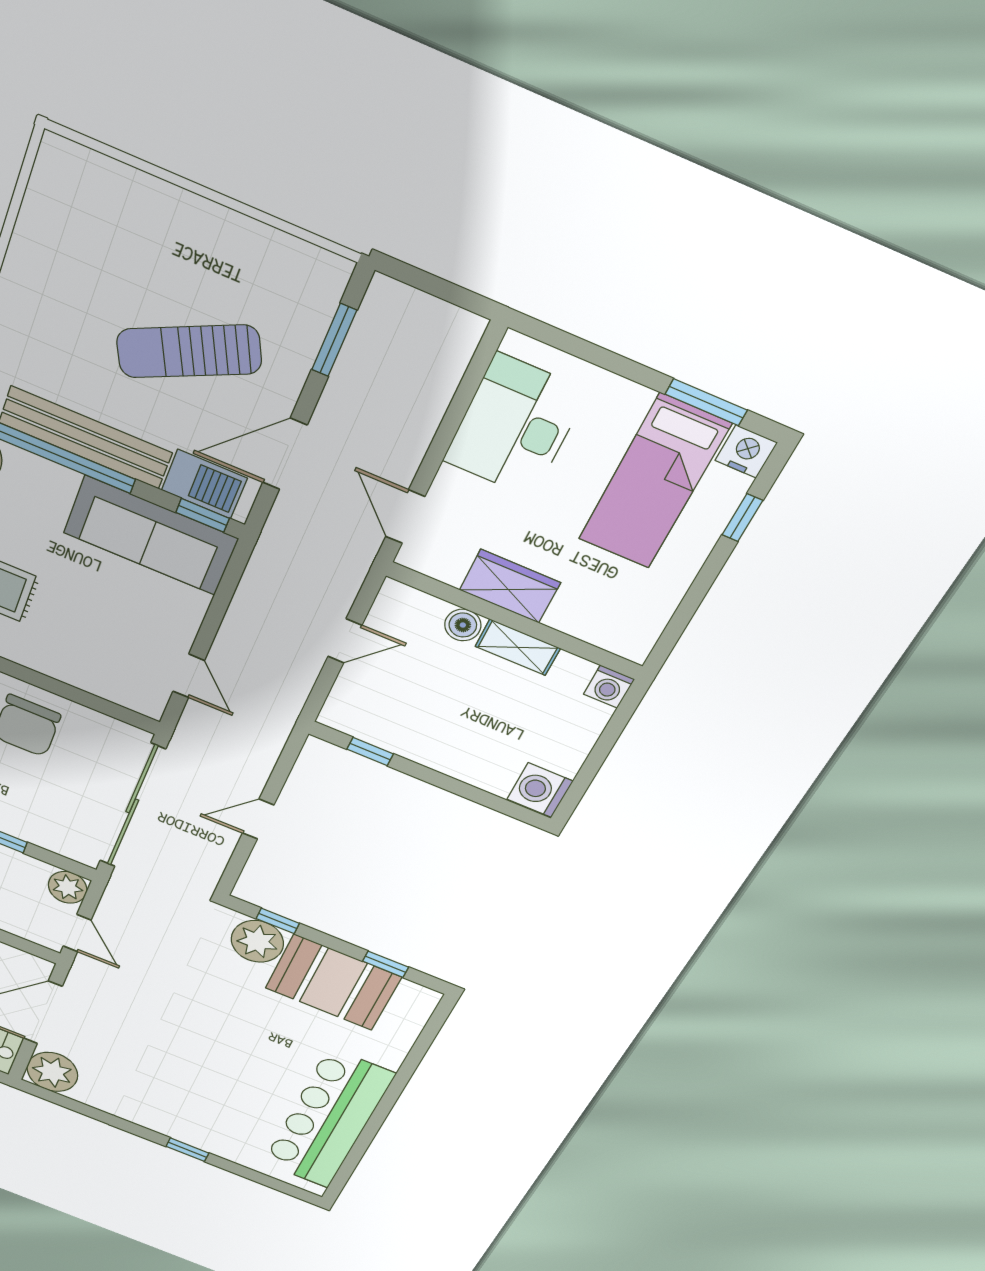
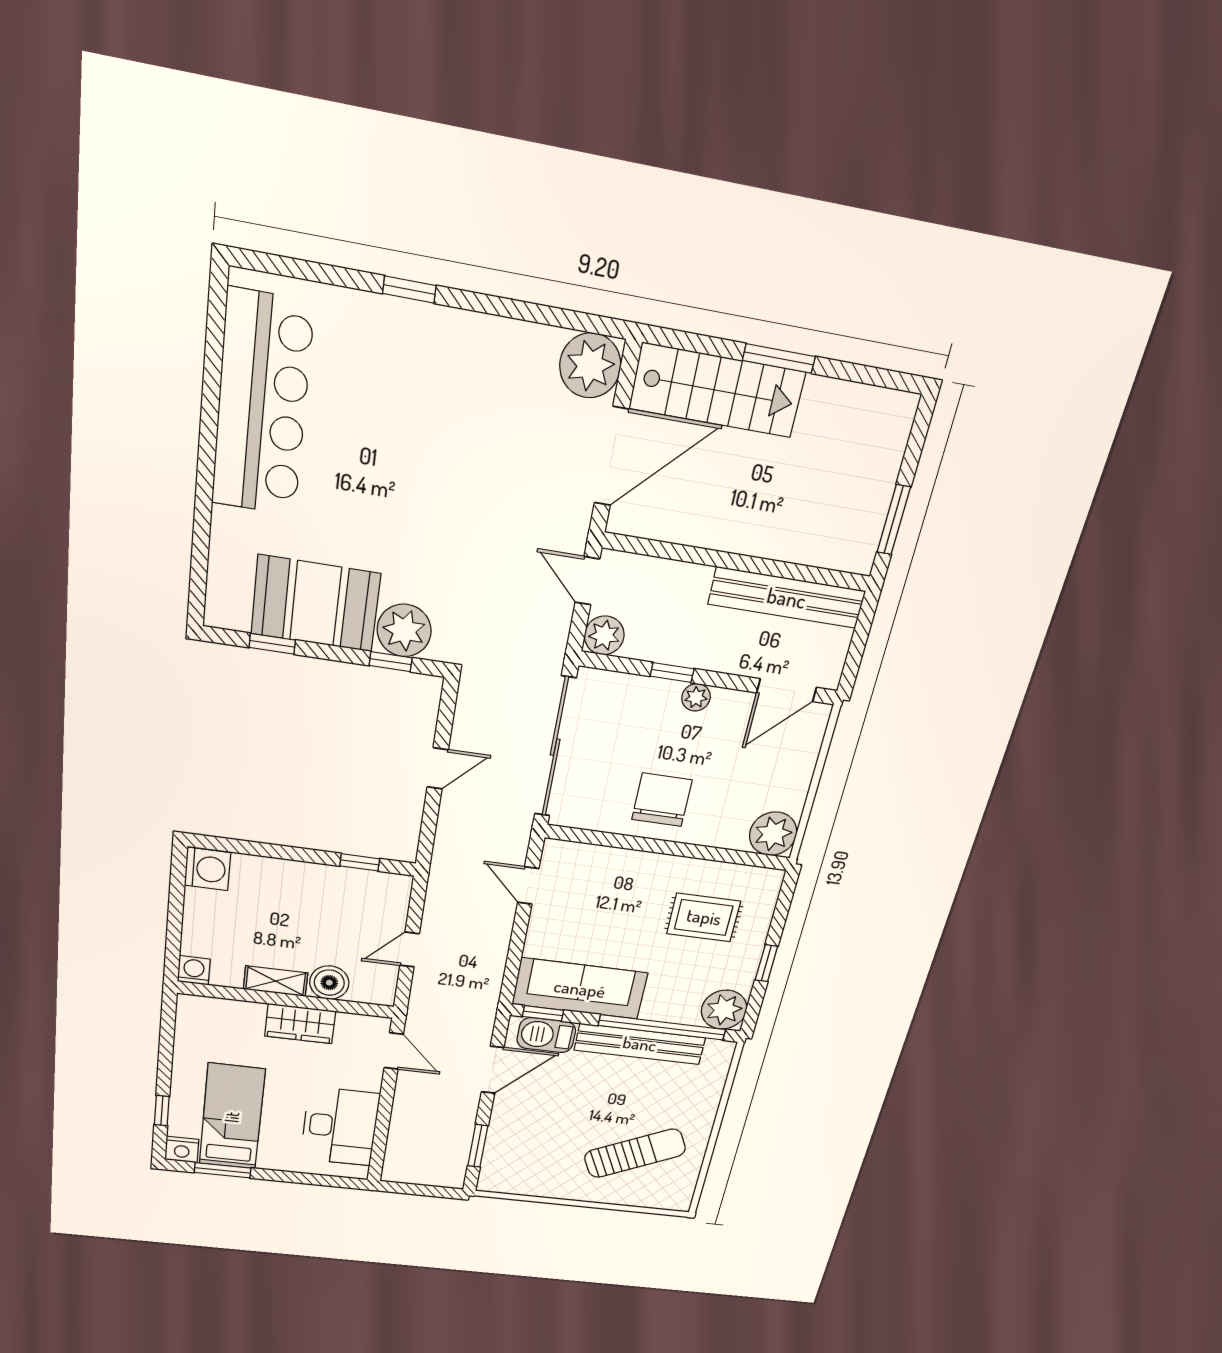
sun lounger: (189, 351) -> (635, 1153), moved
boiler: (463, 625) -> (329, 983), width x1.36, depth x1.36

